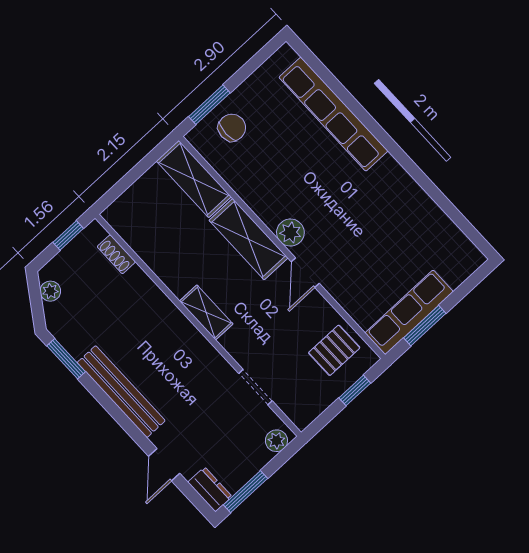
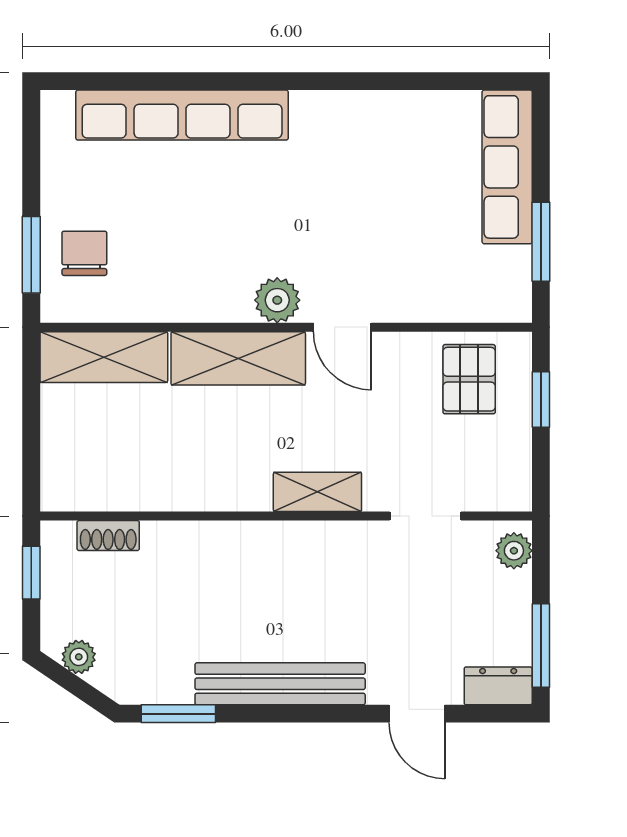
shelving: (206, 312) -> (317, 492), moved
row of seats: (409, 312) -> (507, 167), moved

